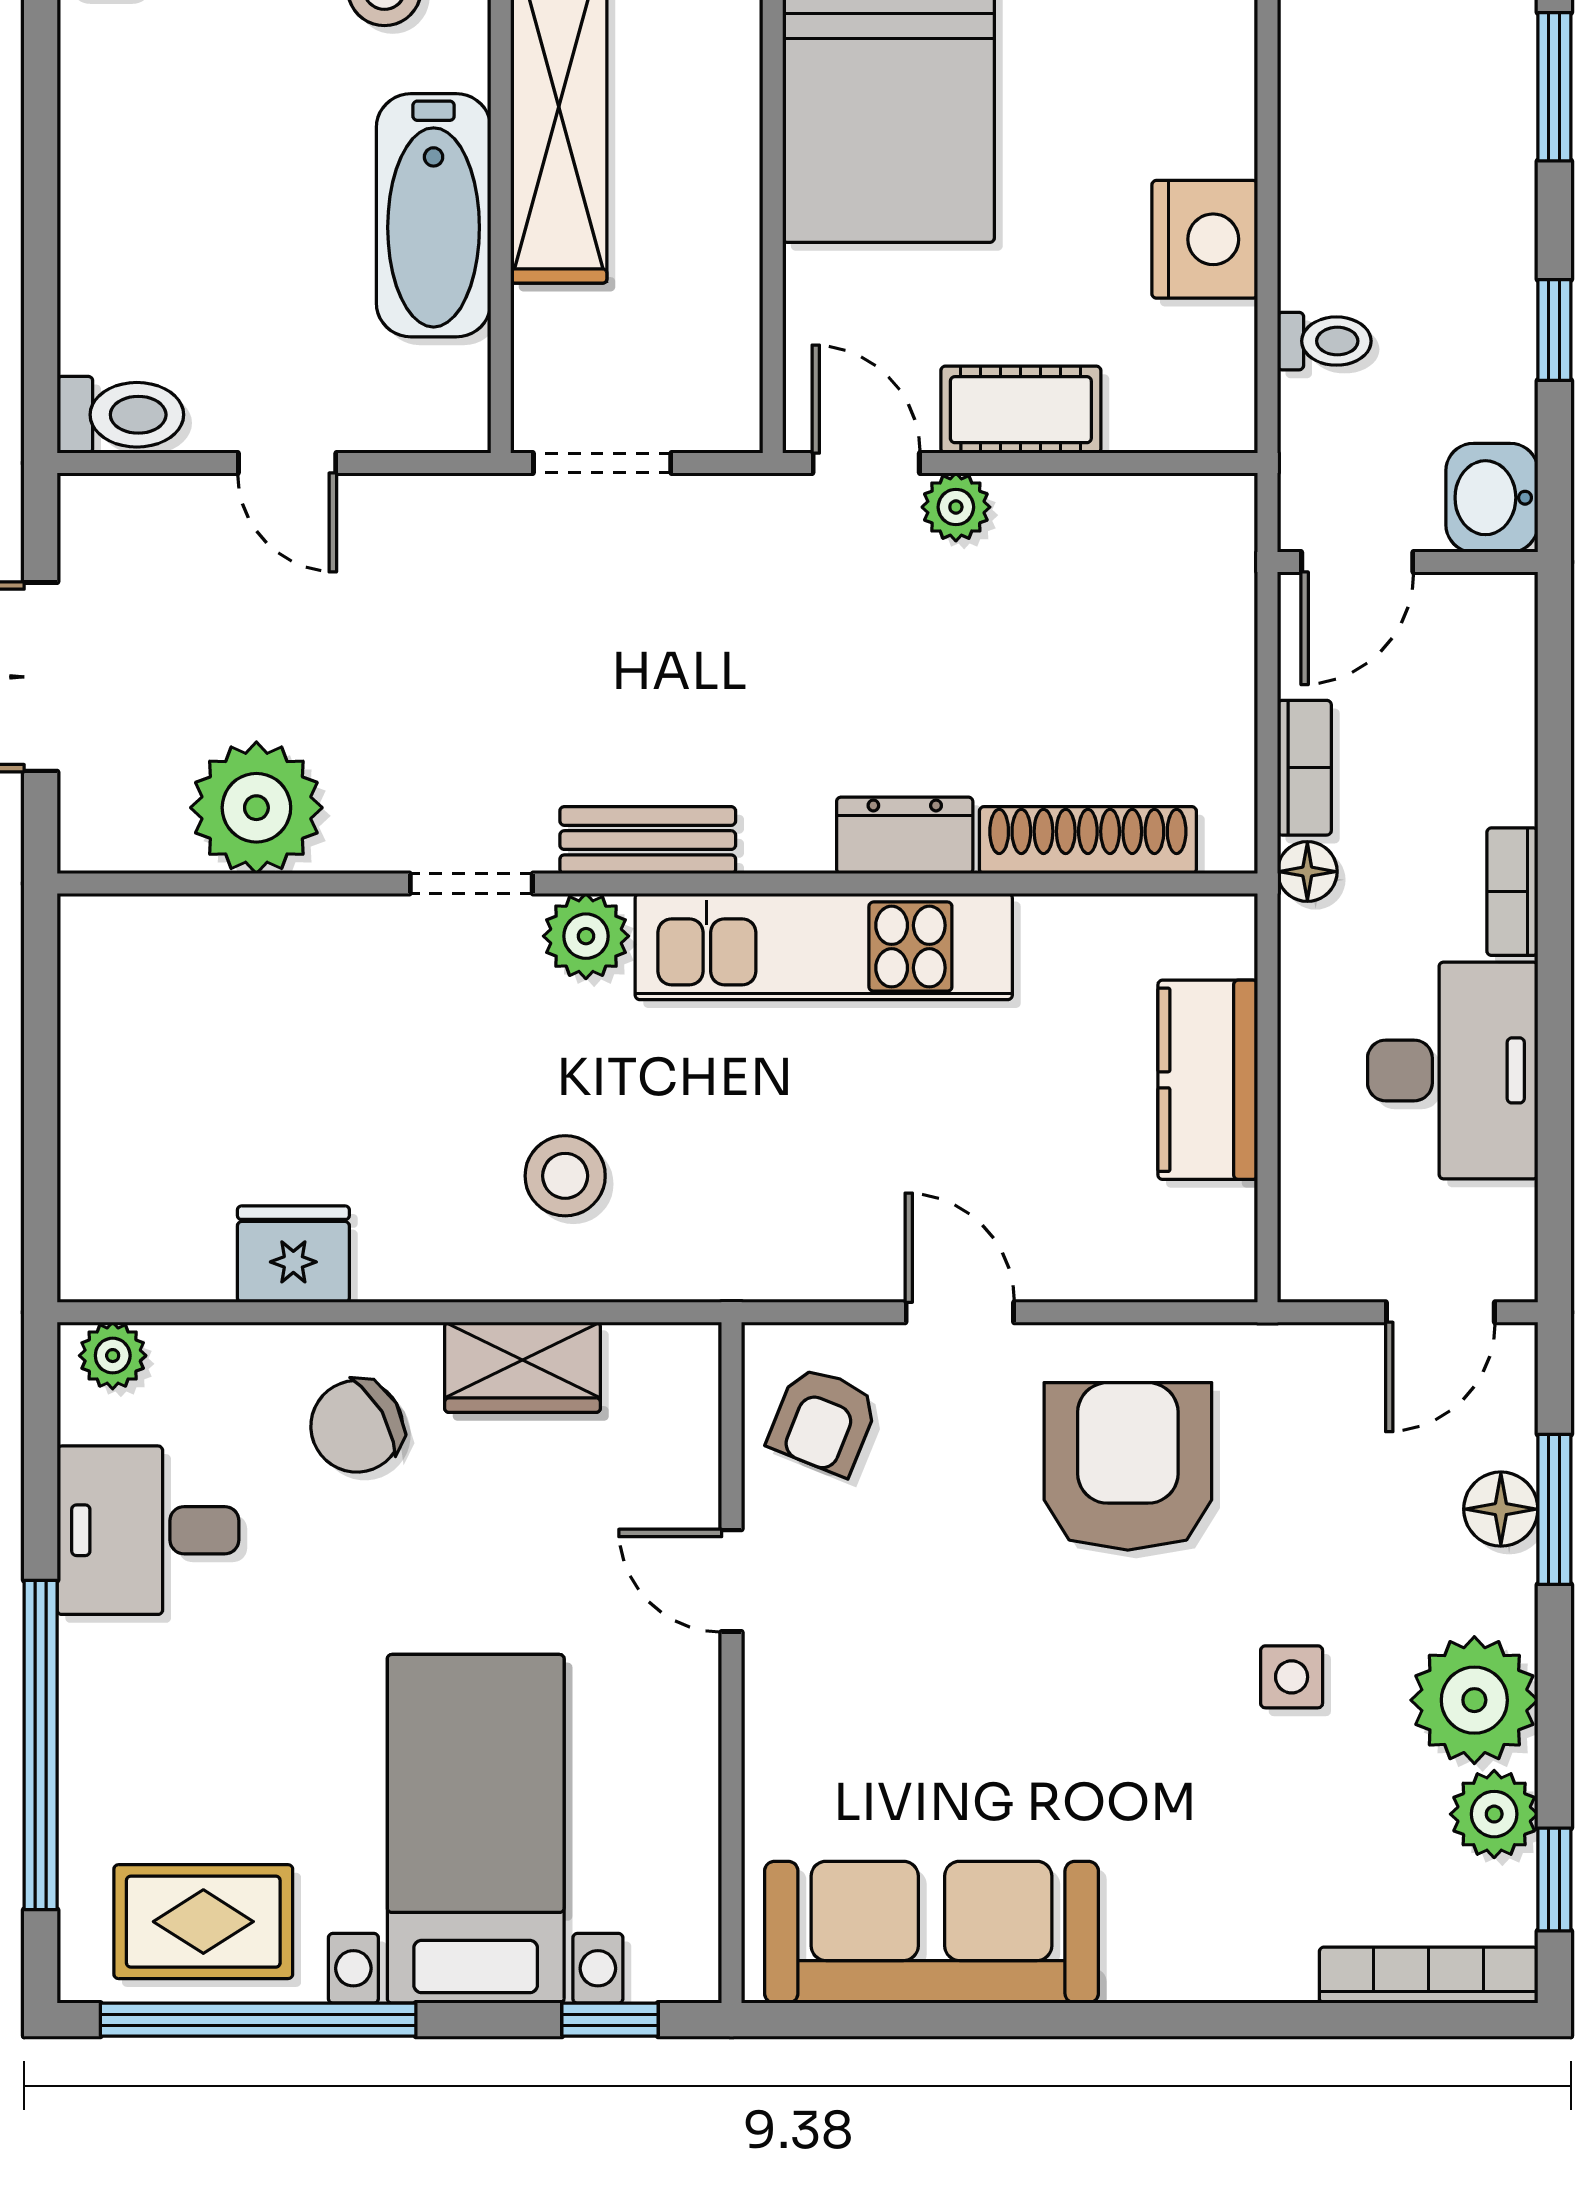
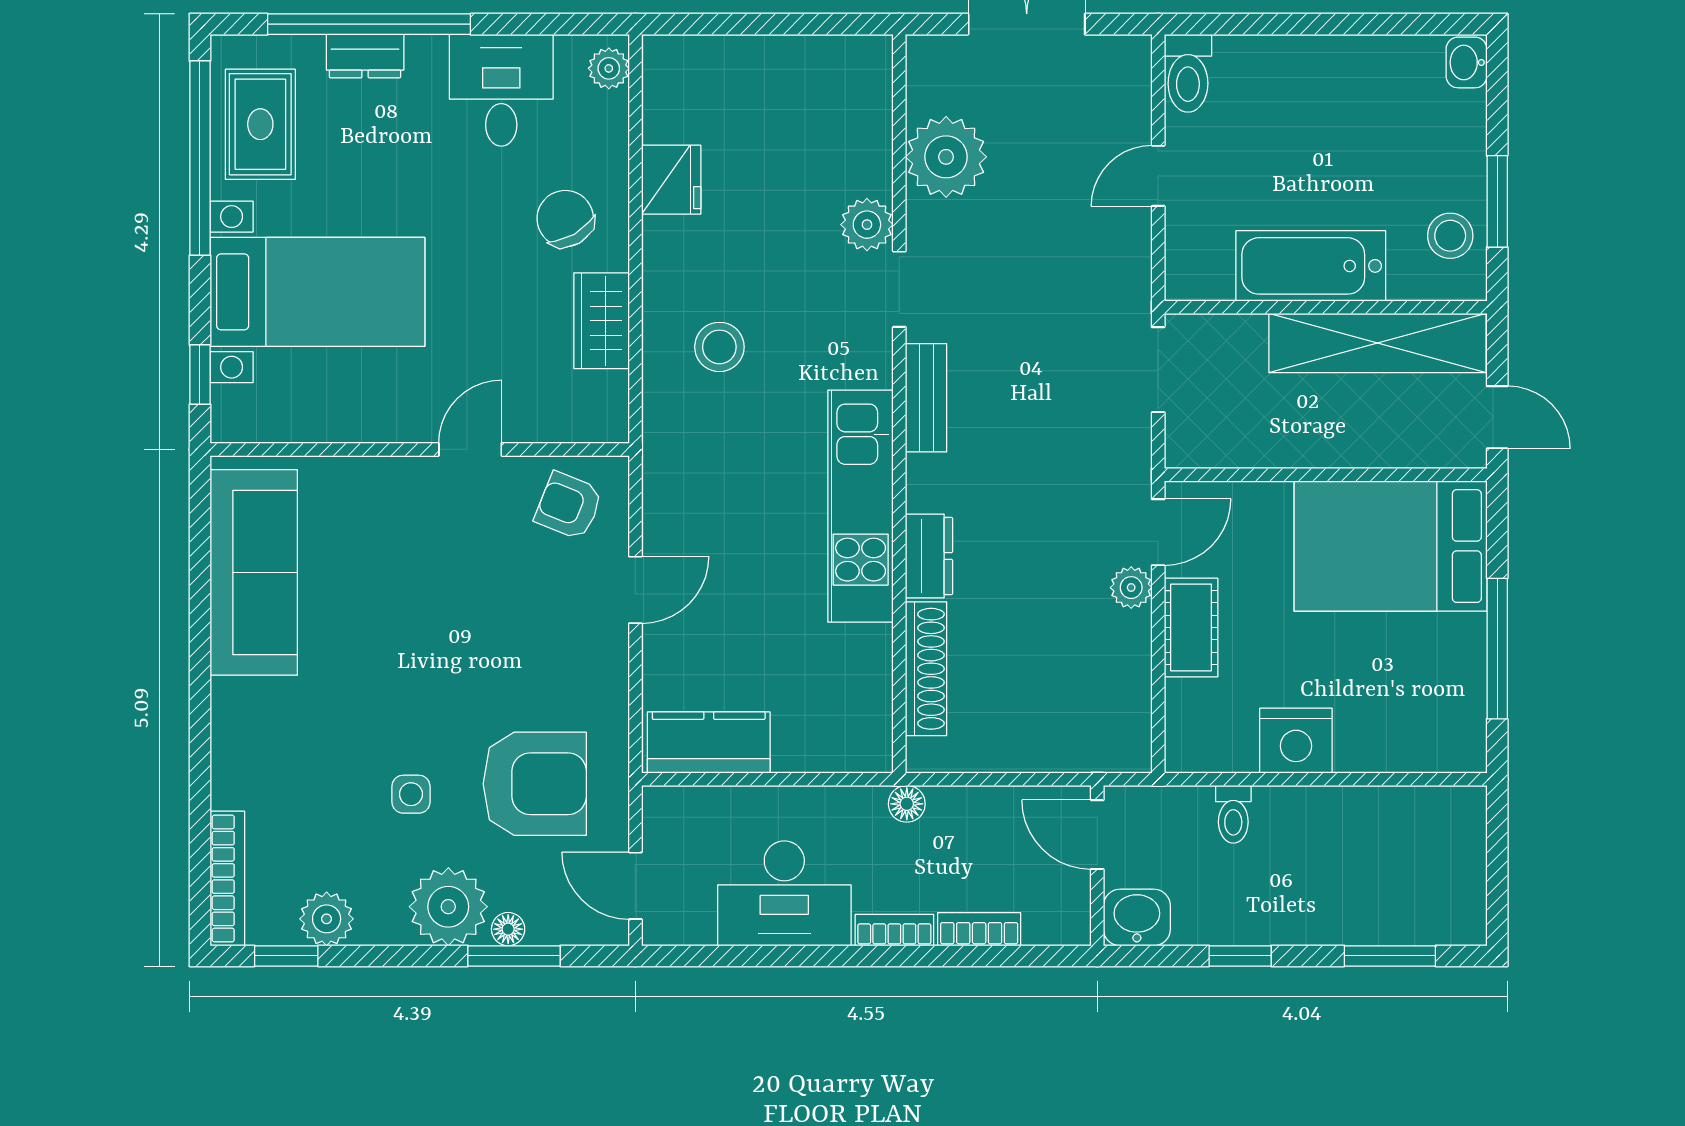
bookcase: (1304, 768) -> (979, 929), moved, turned 180
plant: (586, 936) -> (867, 225), moved
kitchen counter: (1208, 1080) -> (709, 743), moved
armchair: (1128, 1466) -> (535, 784), moved
floor lamp: (1501, 1509) -> (508, 929), width x0.73, depth x0.73
plant: (1474, 1700) -> (448, 907), moved
dresser: (93, 1752) -> (365, 56), added

